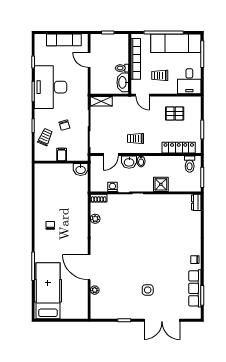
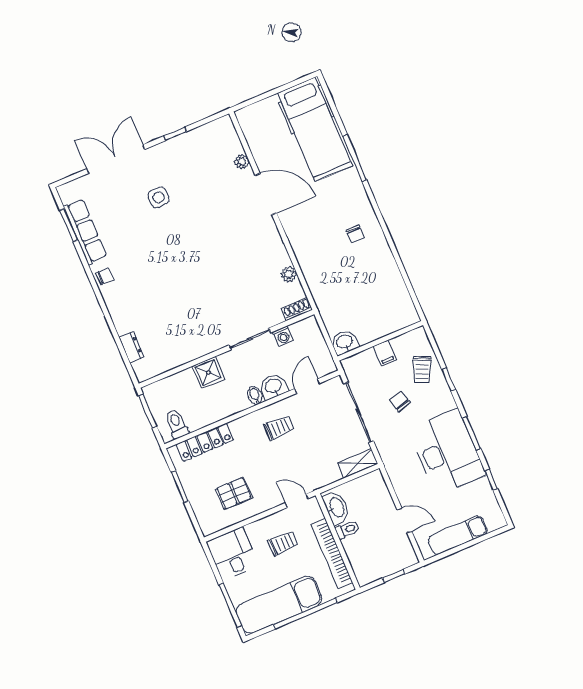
dresser: (196, 202) -> (132, 347), moved

